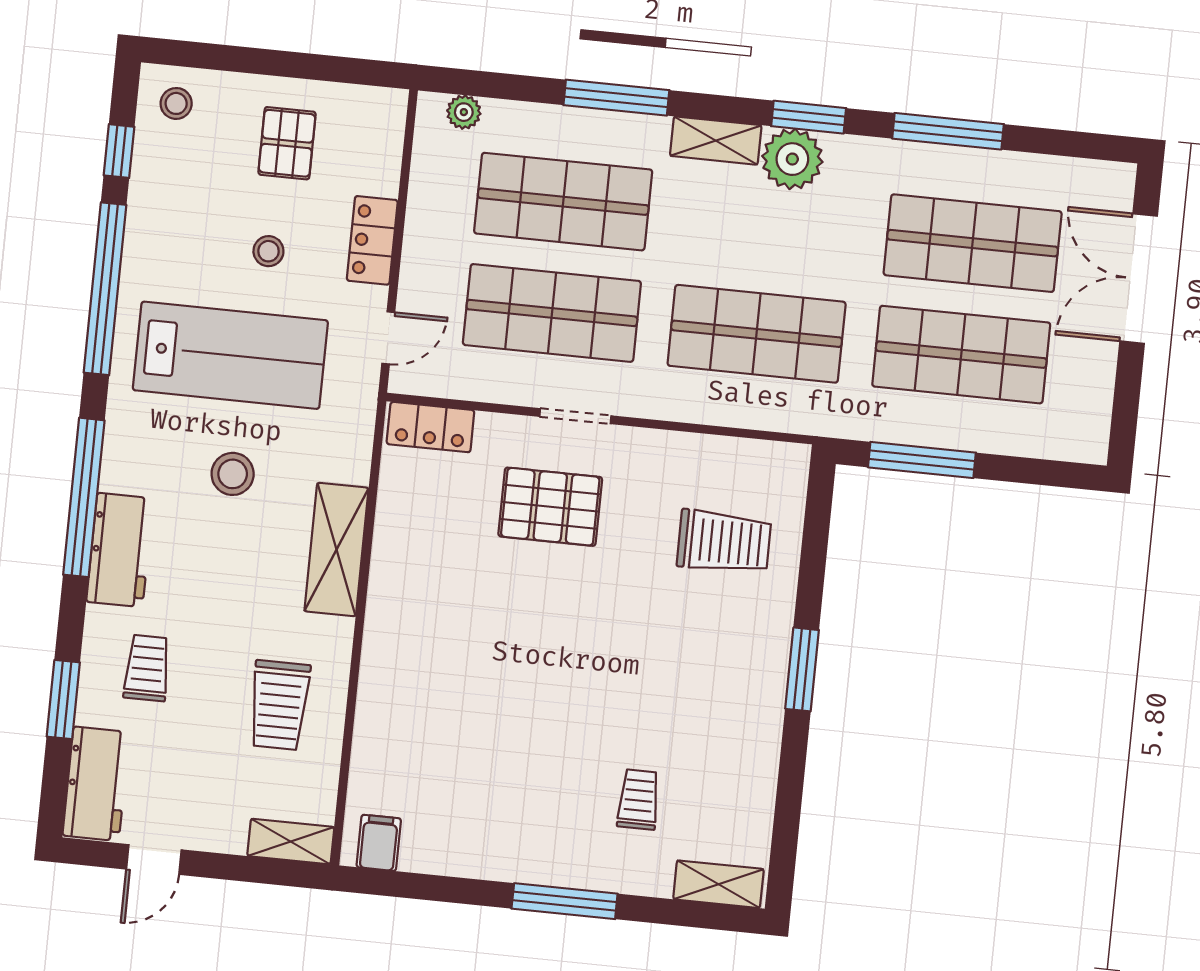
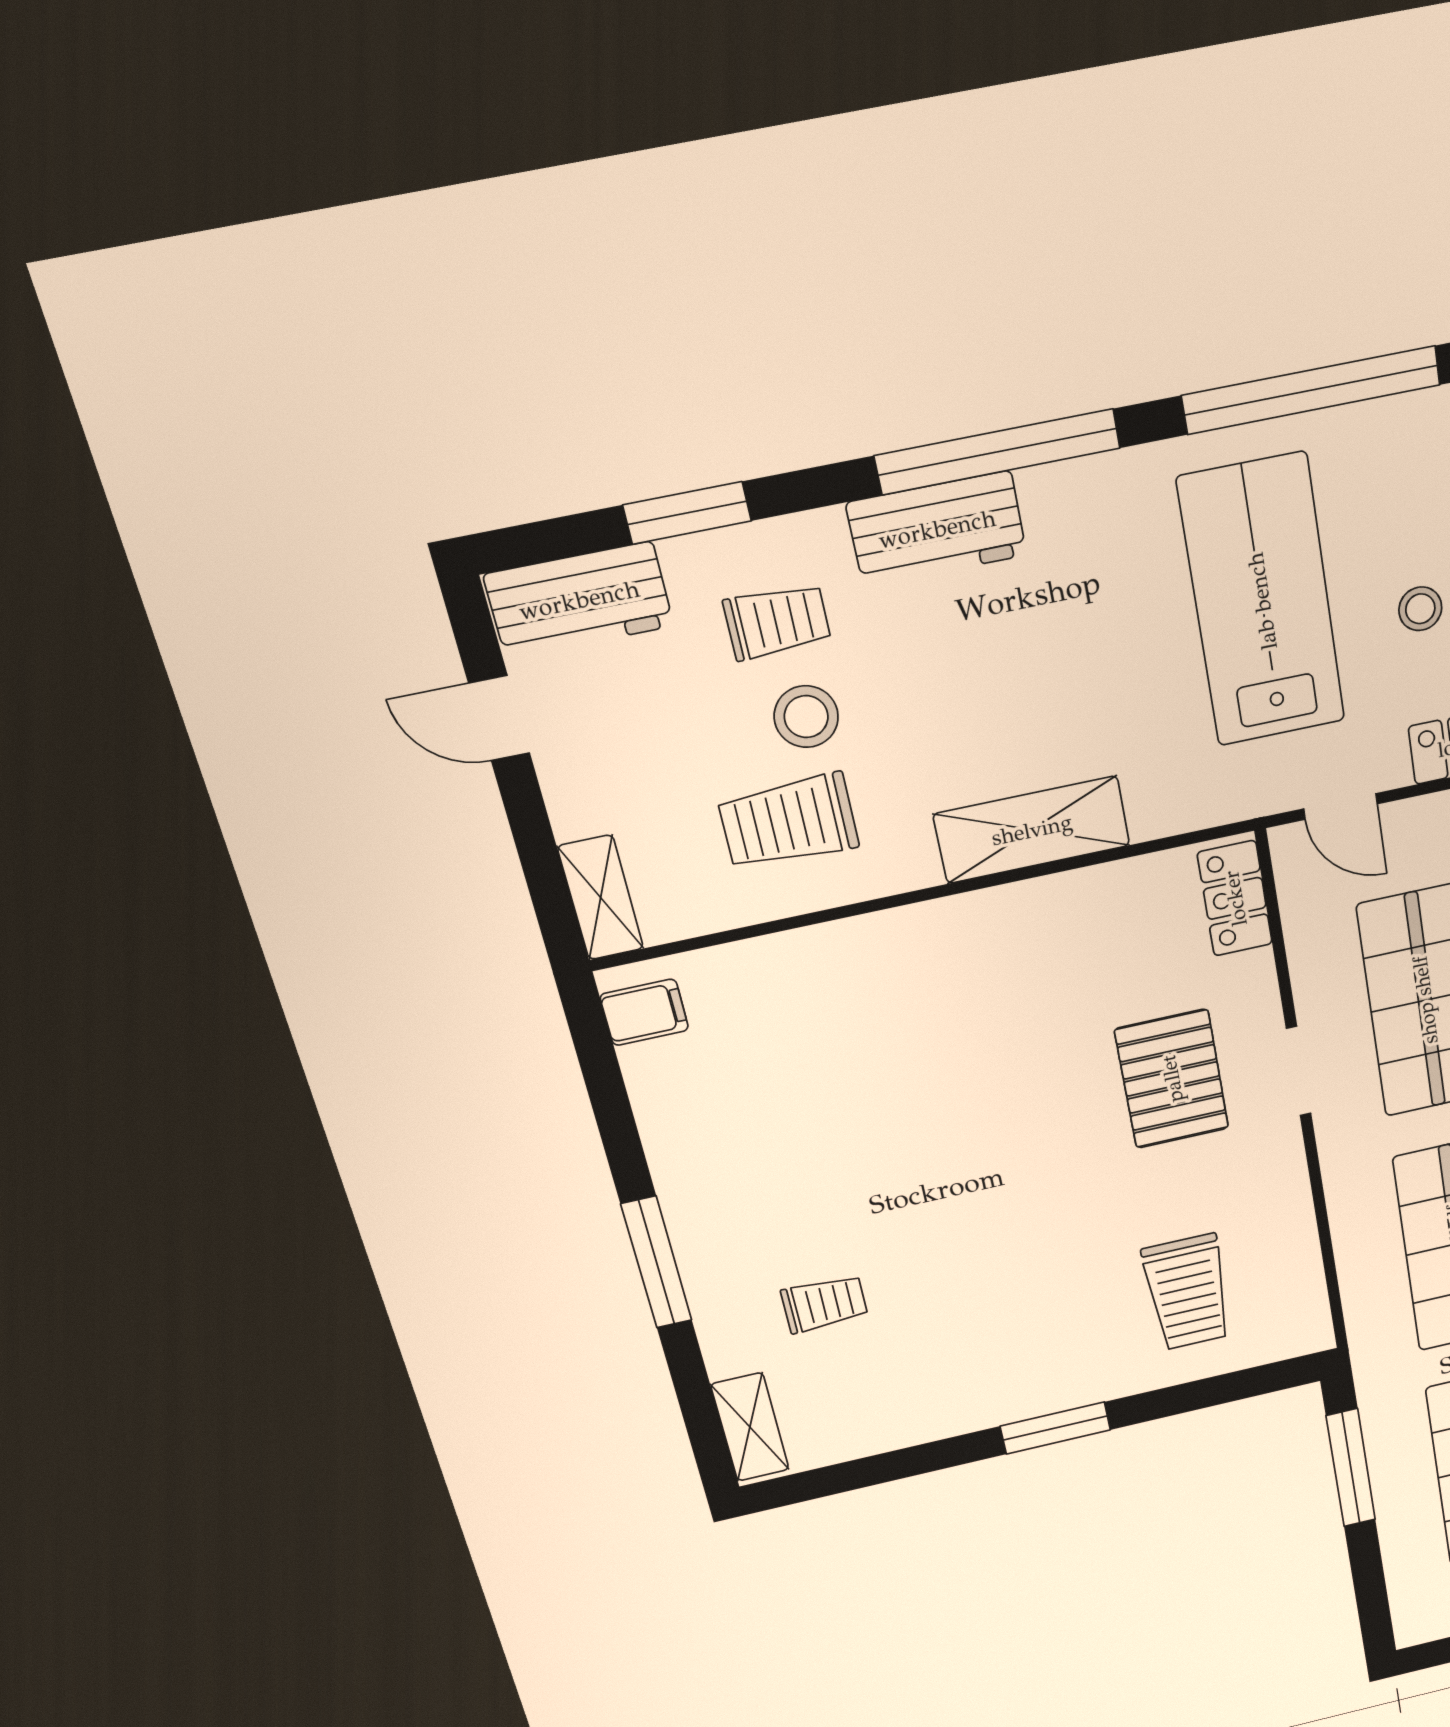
lab bench: (230, 355) -> (1262, 601), turned 180
stool: (233, 474) -> (806, 717), moved

